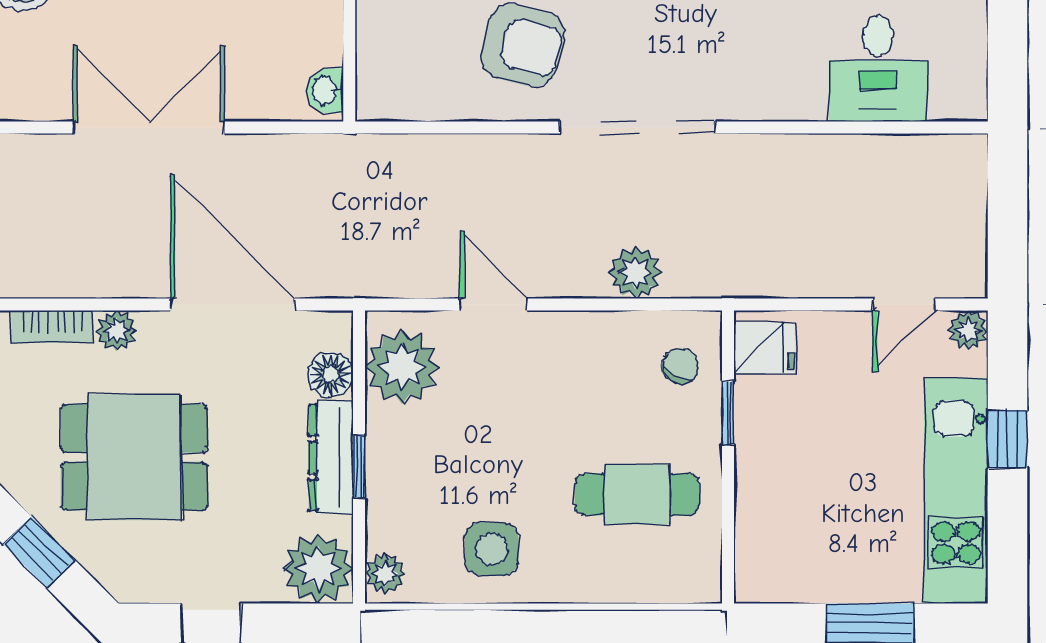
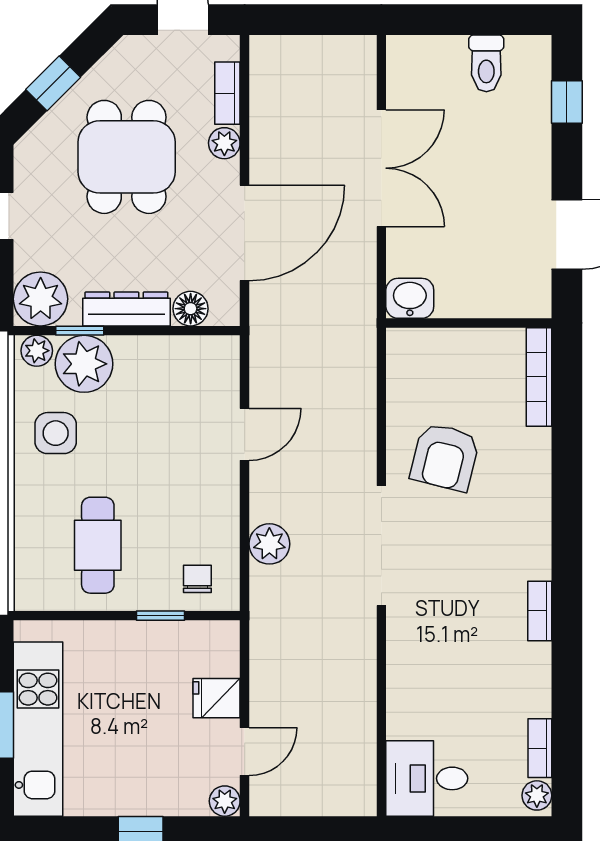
desk: (878, 69) -> (427, 778), moved
washbasin: (325, 91) -> (410, 298), width x1.38, depth x1.45
door: (904, 305) -> (245, 752), swing flipped
fridge: (764, 348) -> (217, 698), moved, turned 90
chair: (680, 366) -> (197, 579), turned -123
plant: (402, 367) -> (84, 364), moved
window: (359, 467) -> (80, 331), moved
kitchen unit: (956, 491) -> (38, 729), moved, turned 90

